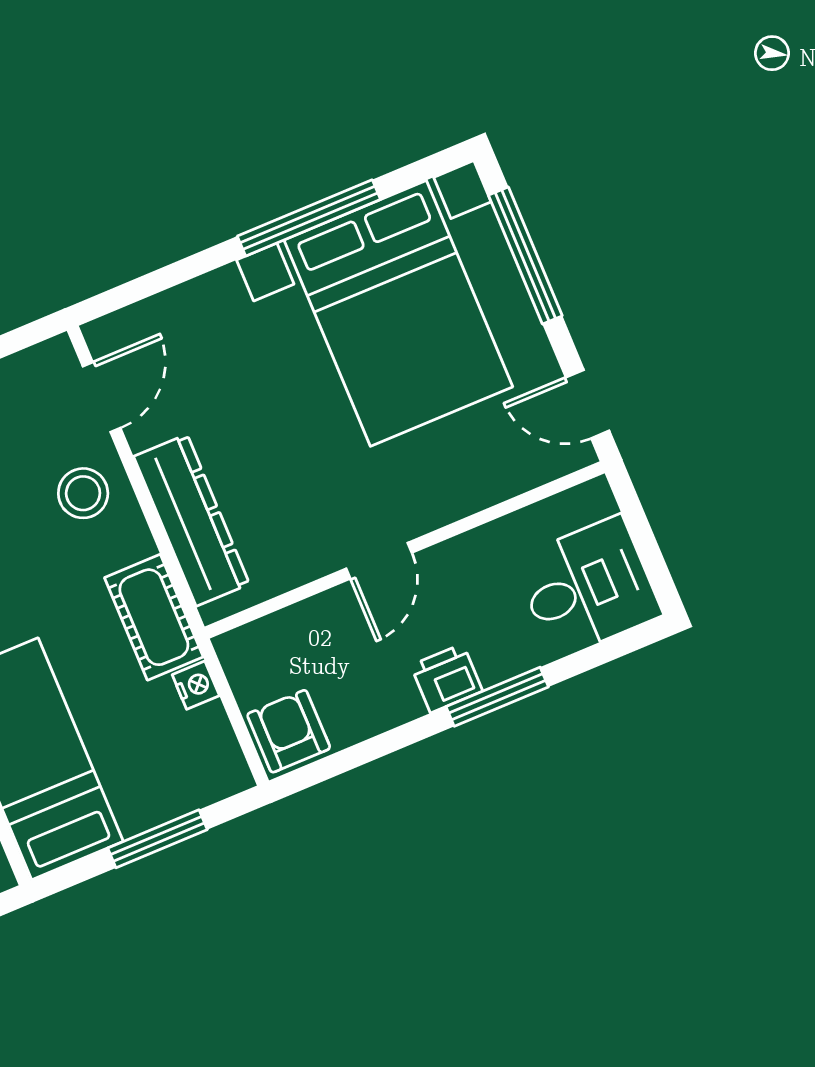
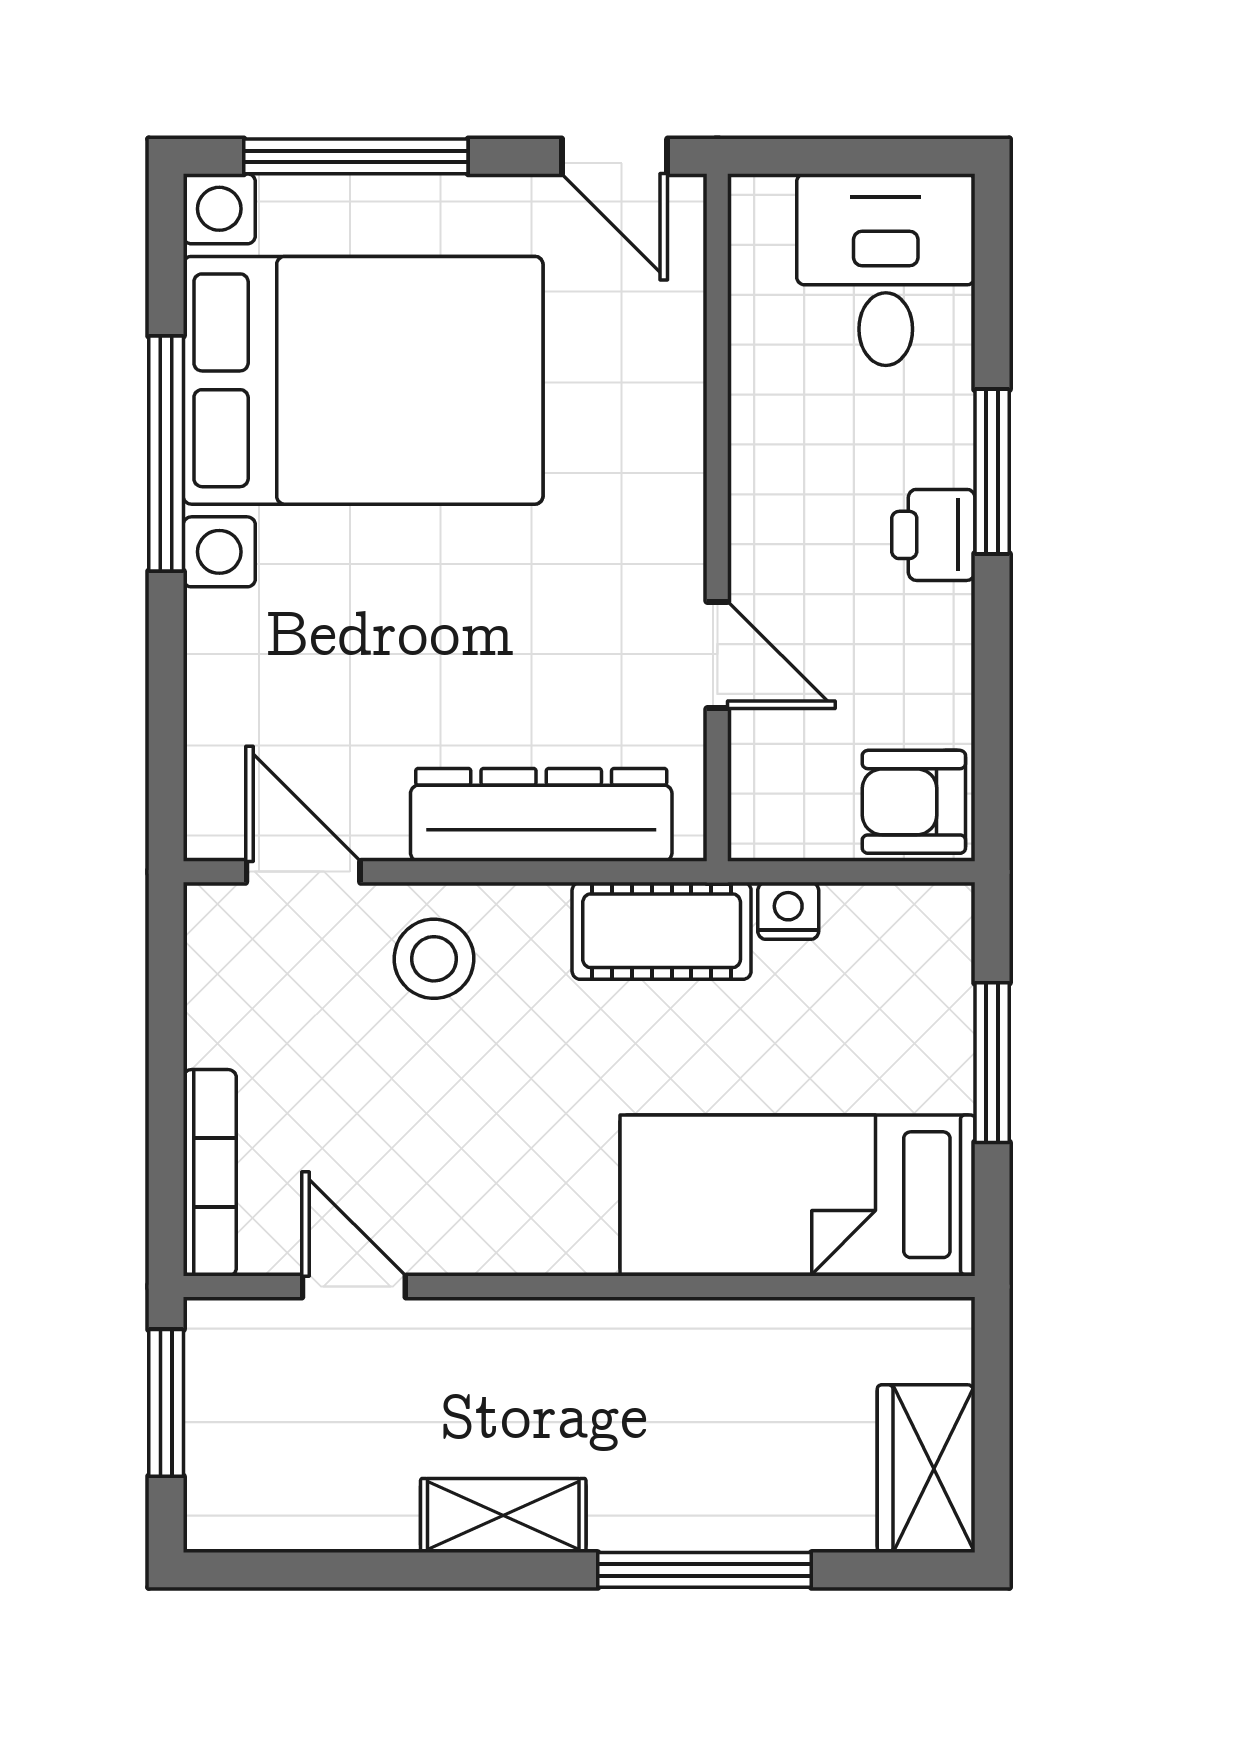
door: (588, 404) -> (615, 156), hinge flipped
door: (379, 561) -> (717, 655), moved

